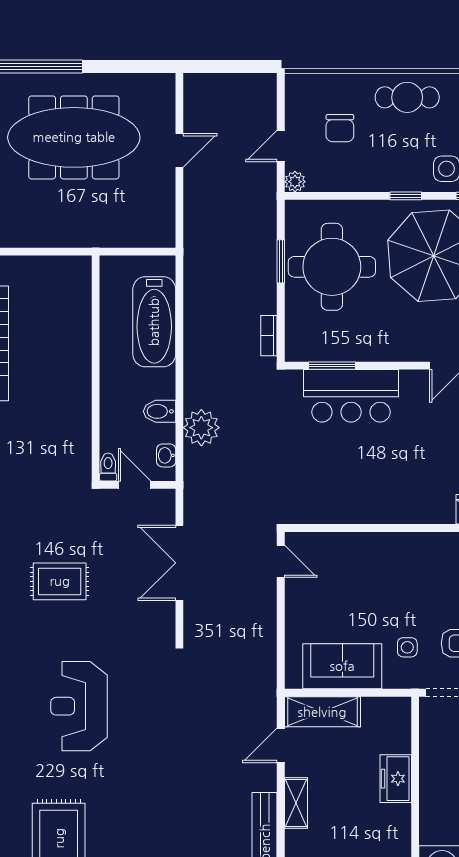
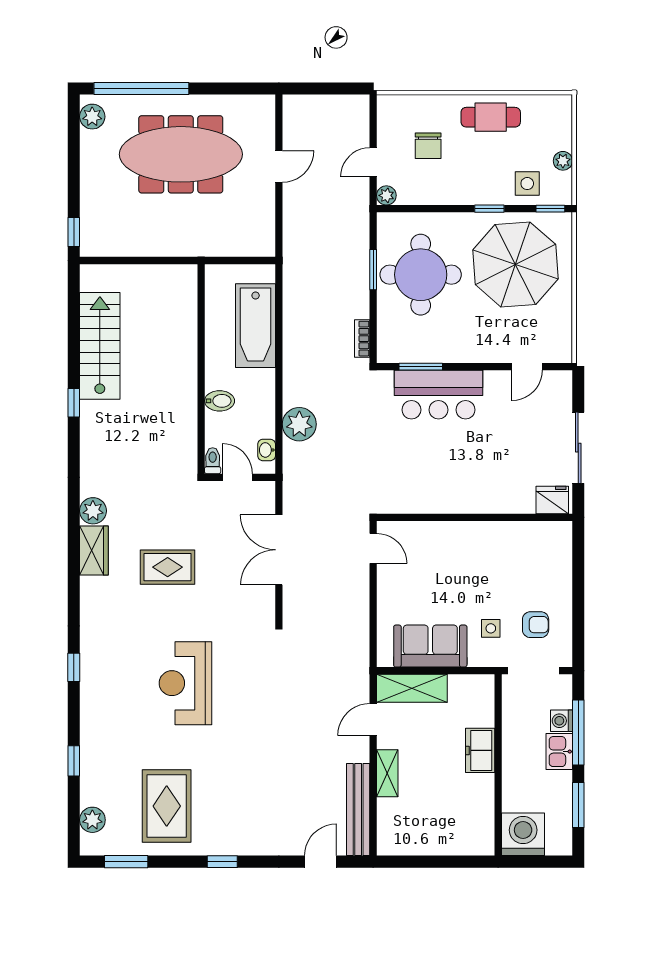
bidet: (159, 411) -> (220, 401), moved, turned 180

